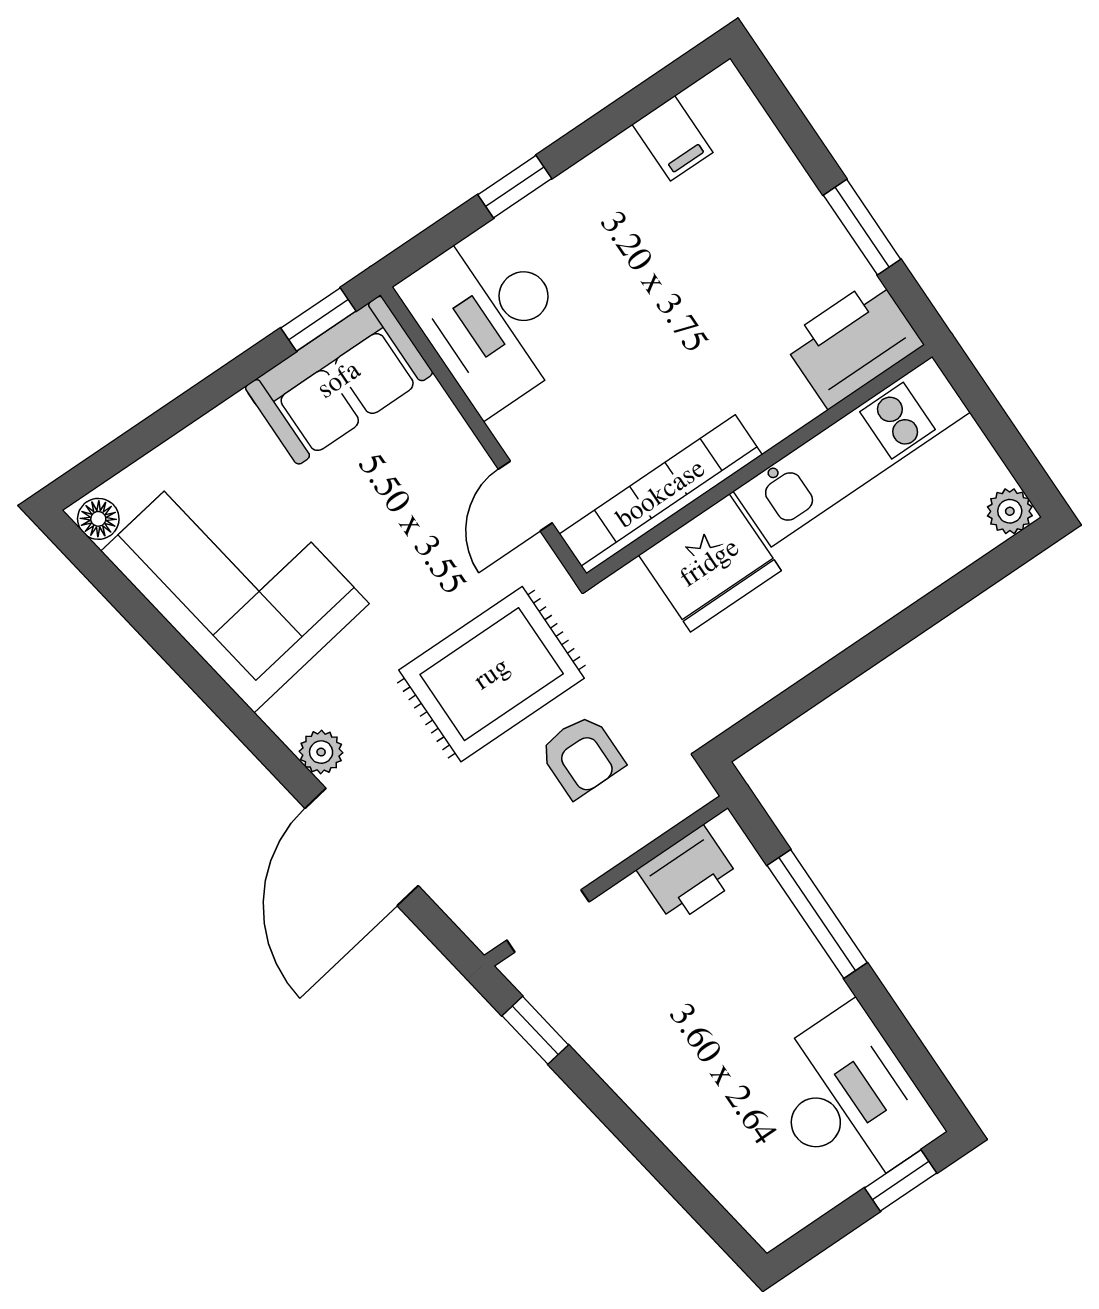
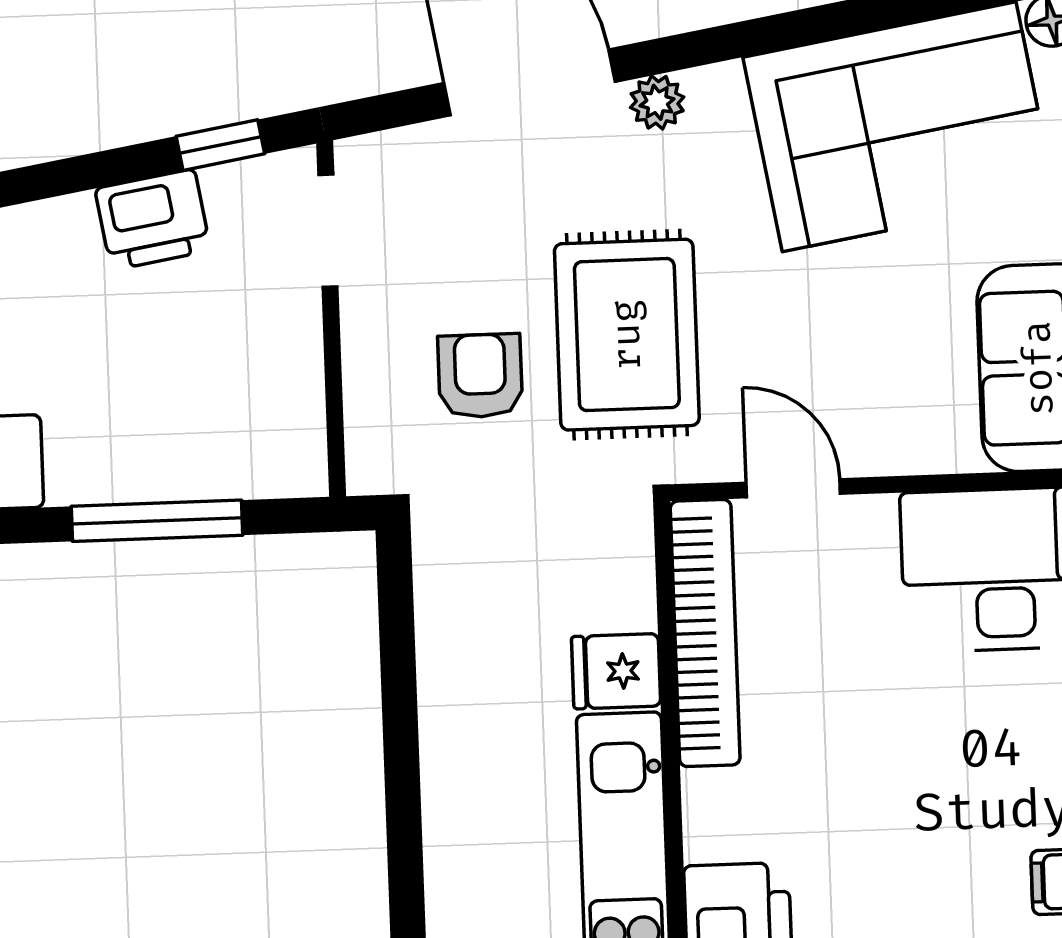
fridge: (710, 563) -> (616, 671), width x0.53, depth x0.75
armchair: (582, 756) -> (480, 376), turned 90
printer: (688, 875) -> (153, 220), moved, turned -99

